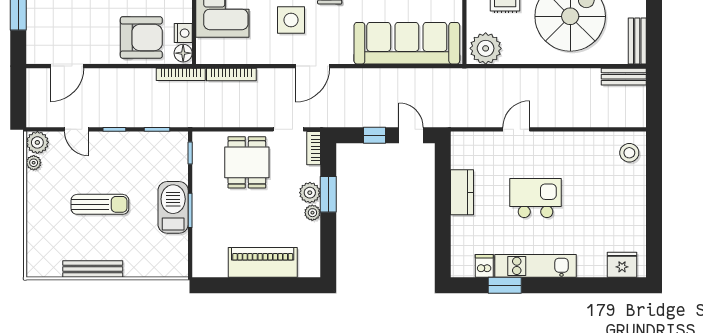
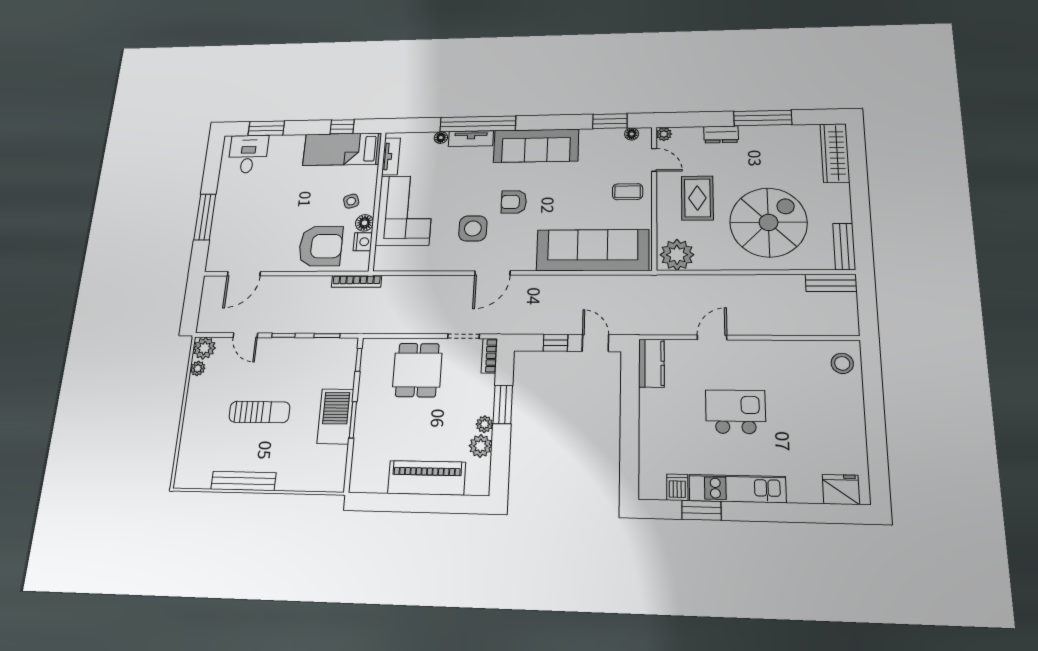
floor lamp: (183, 53) -> (365, 223), moved
bookcase: (231, 74) -> (408, 281), removed
kitchen counter: (462, 192) -> (651, 363), moved
plant: (310, 193) -> (480, 446), moved

